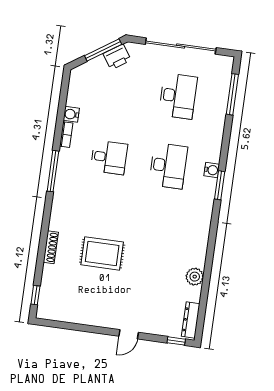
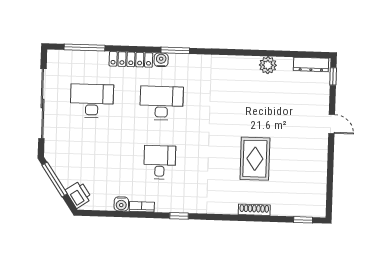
printer: (117, 57) -> (79, 194), moved
locker: (215, 140) -> (131, 59), added
window: (53, 171) -> (179, 216), width x0.46

